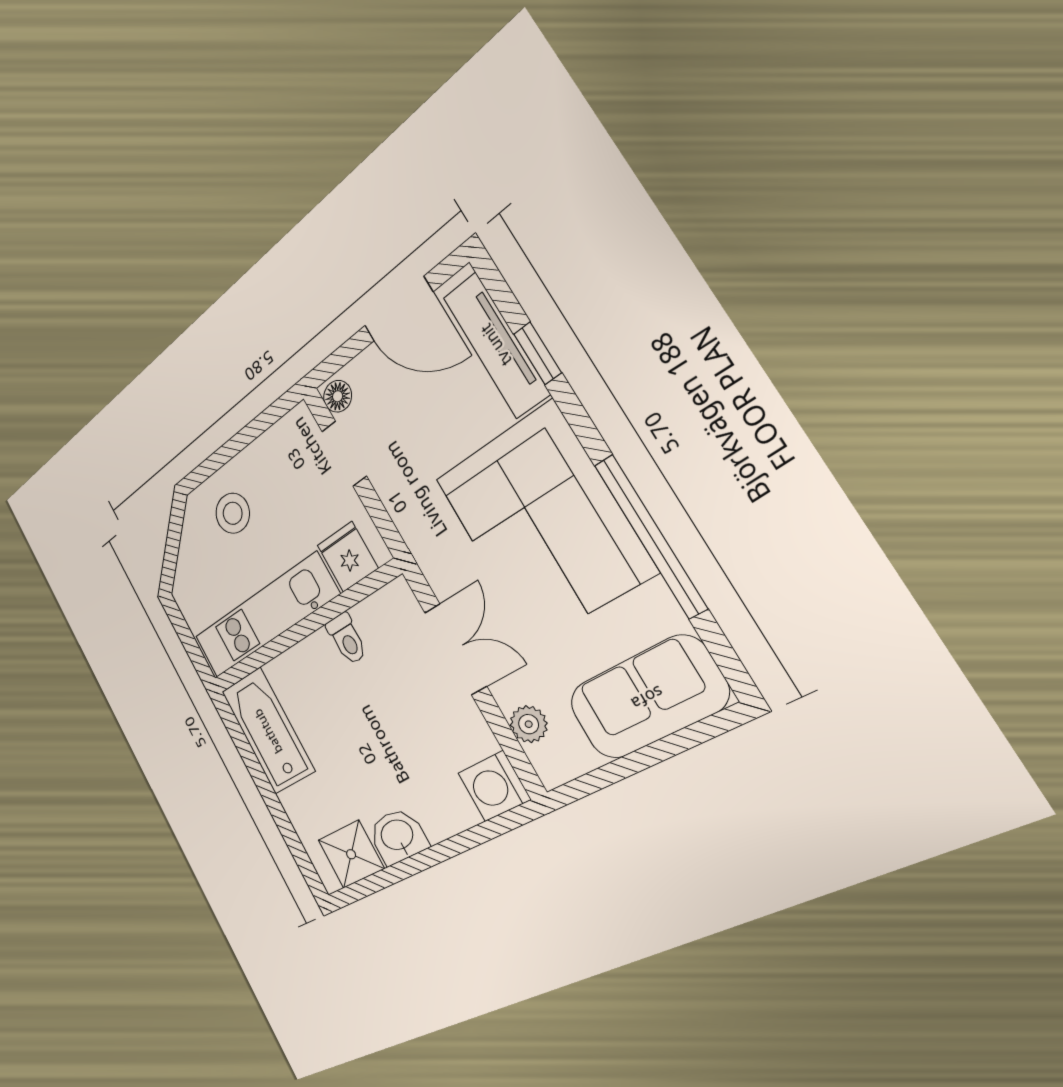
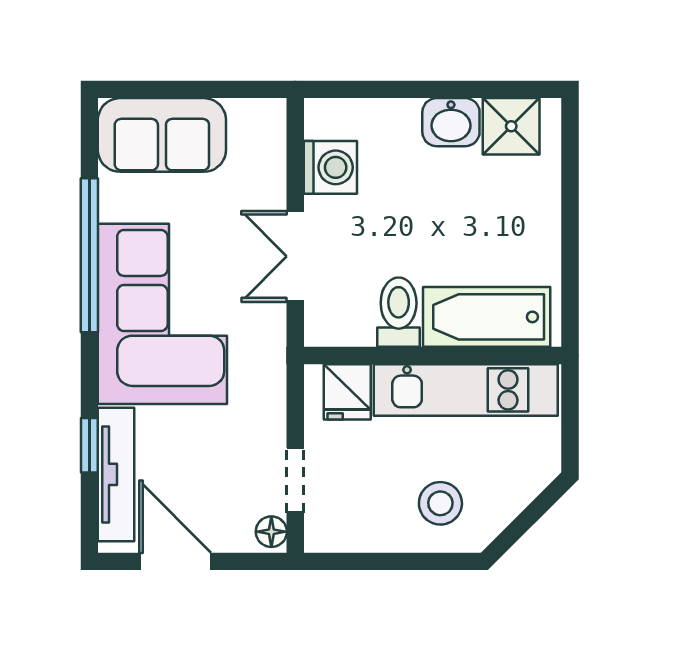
toilet: (347, 639) -> (399, 312), width x1.37, depth x1.39
plant: (529, 724) -> (269, 162), removed
bathtub: (268, 731) -> (487, 317), moved, turned 90
washing machine: (494, 786) -> (330, 167), moved

